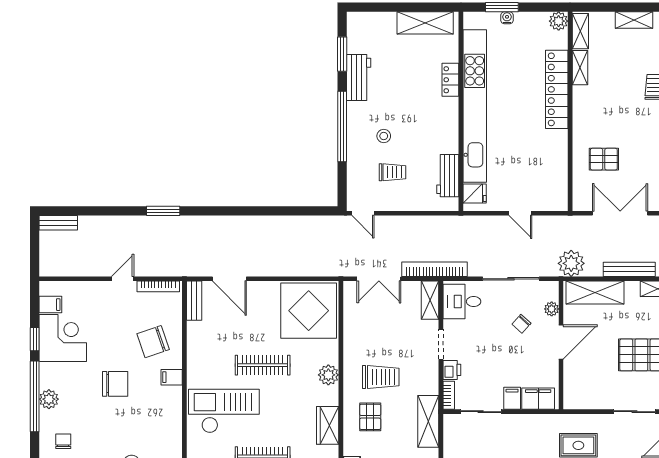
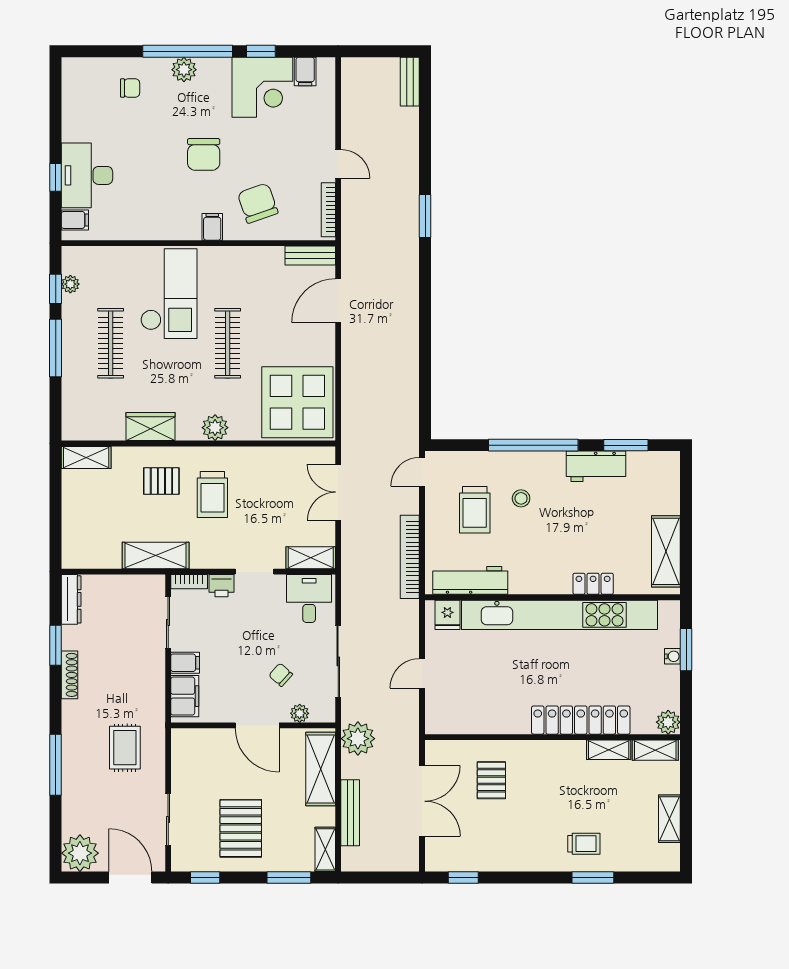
trolley: (393, 172) -> (475, 510), width x1.36, depth x1.39
workbench: (448, 176) -> (470, 580), width x1.38
bookcase: (435, 269) -> (410, 557), moved, turned 180

